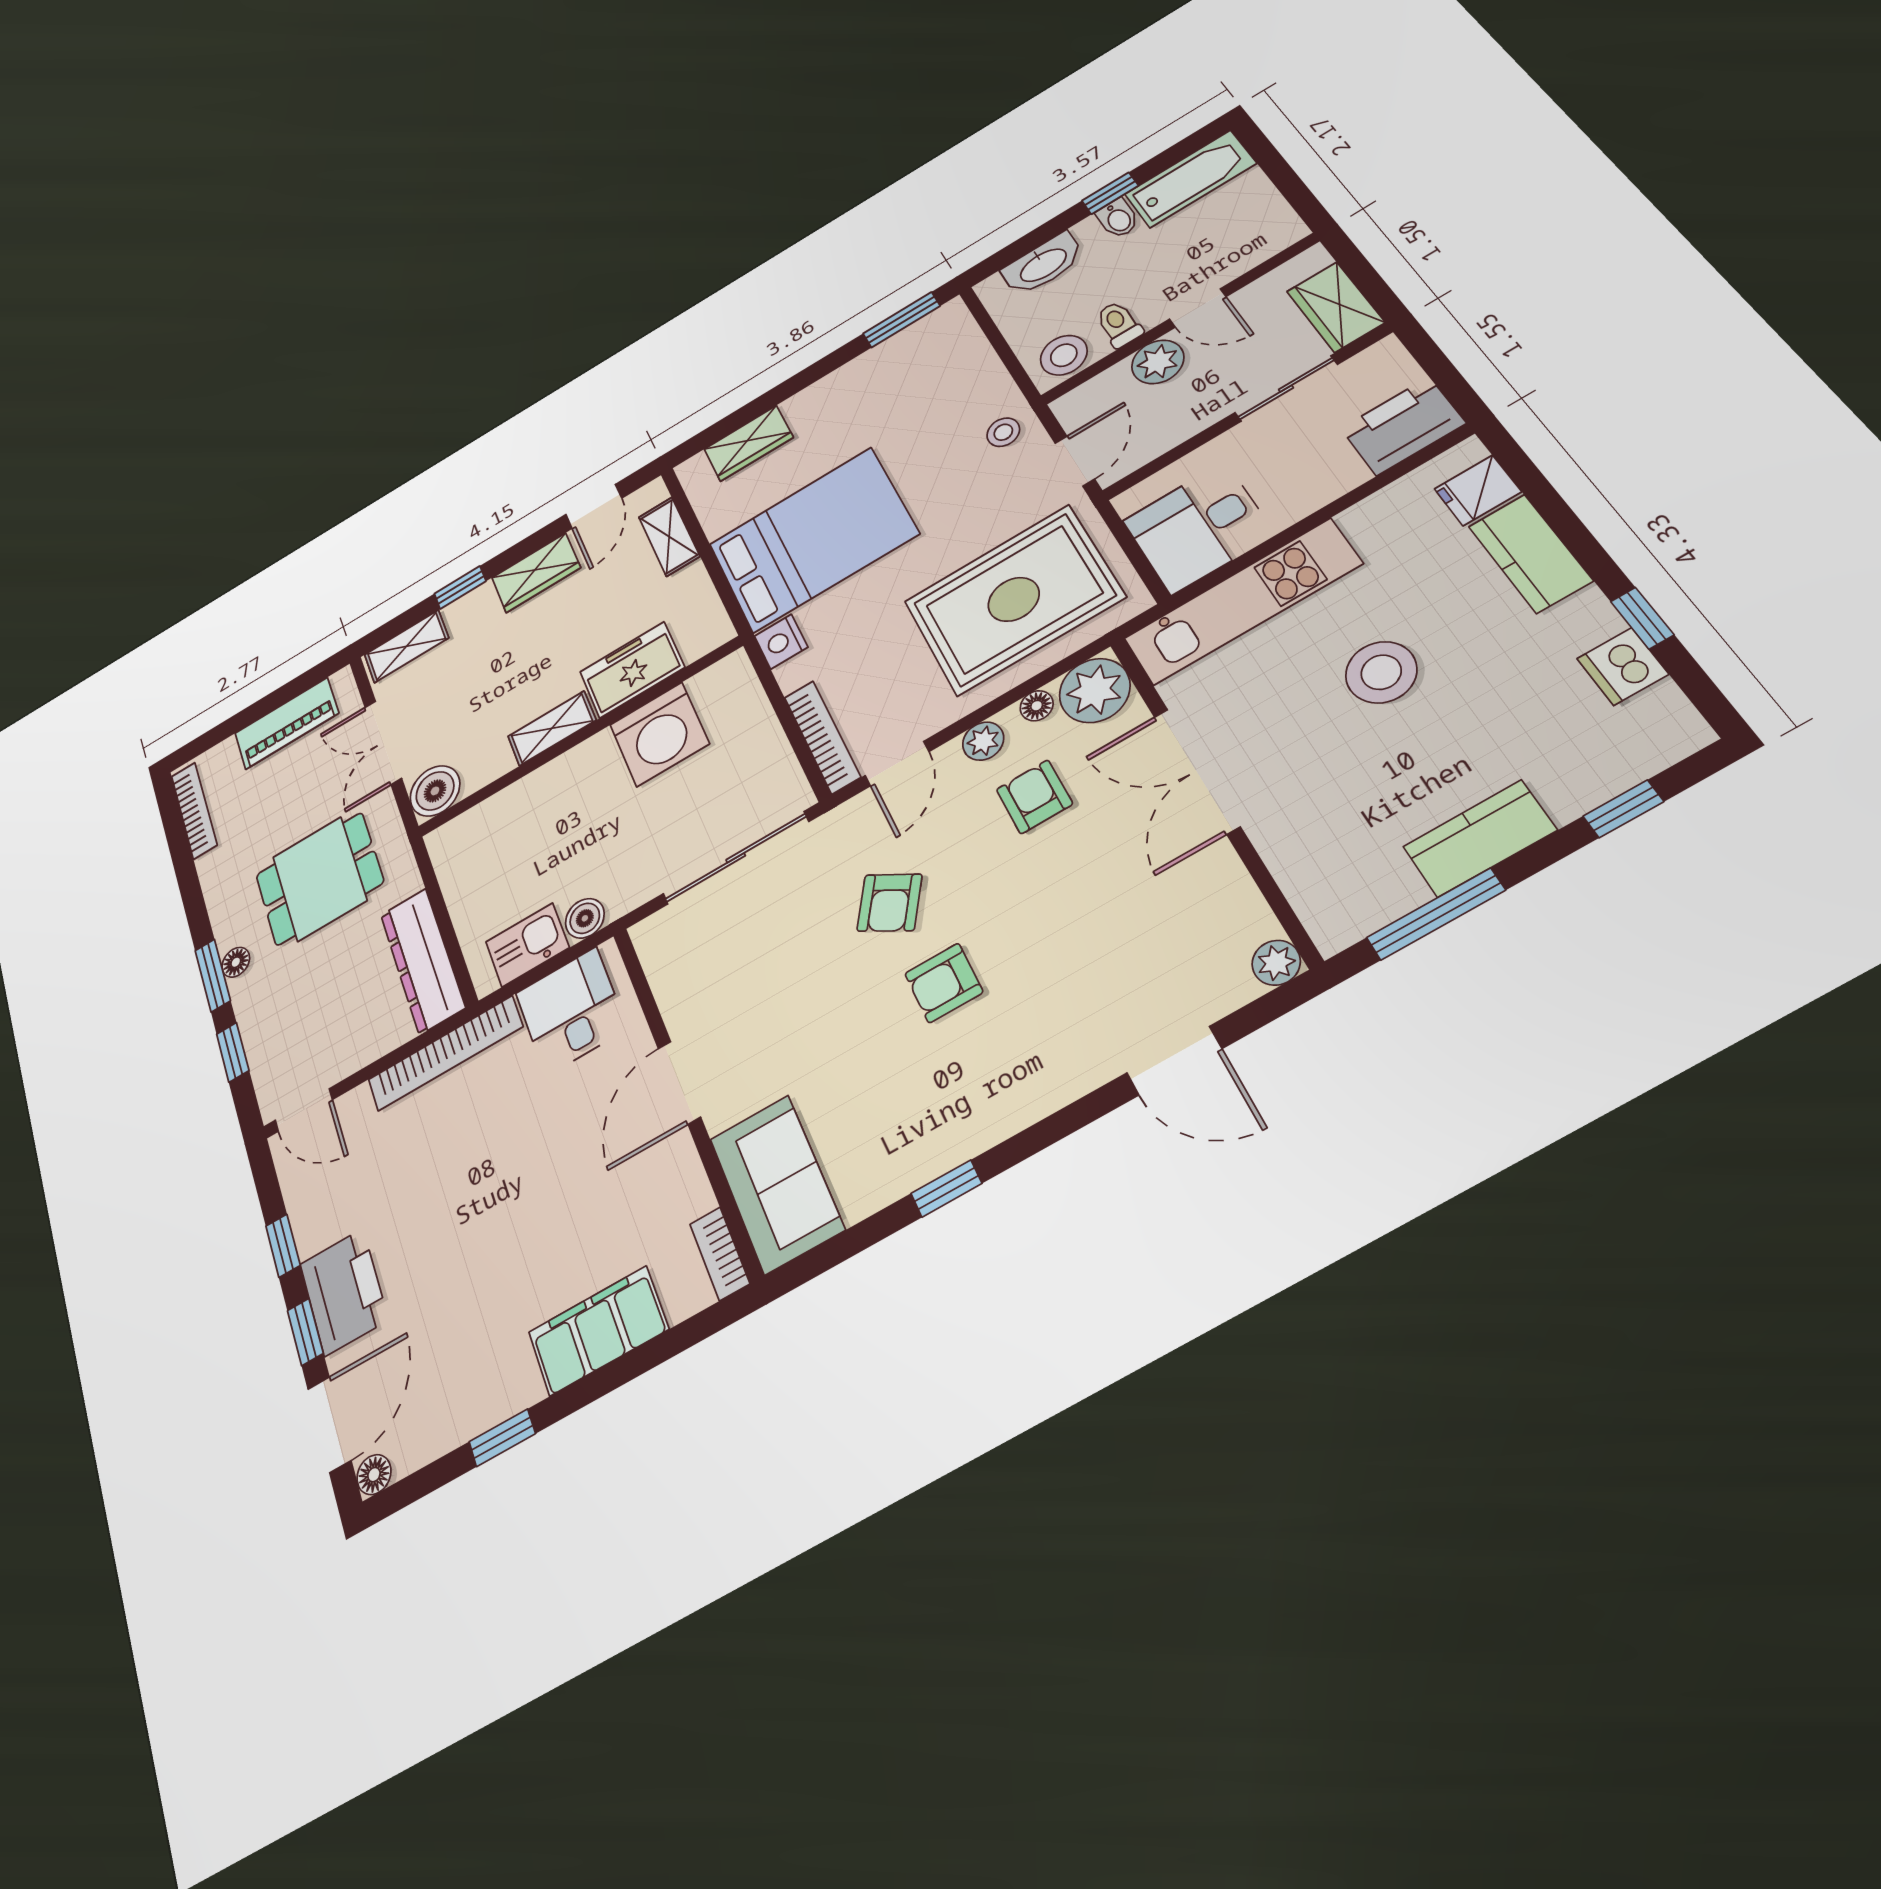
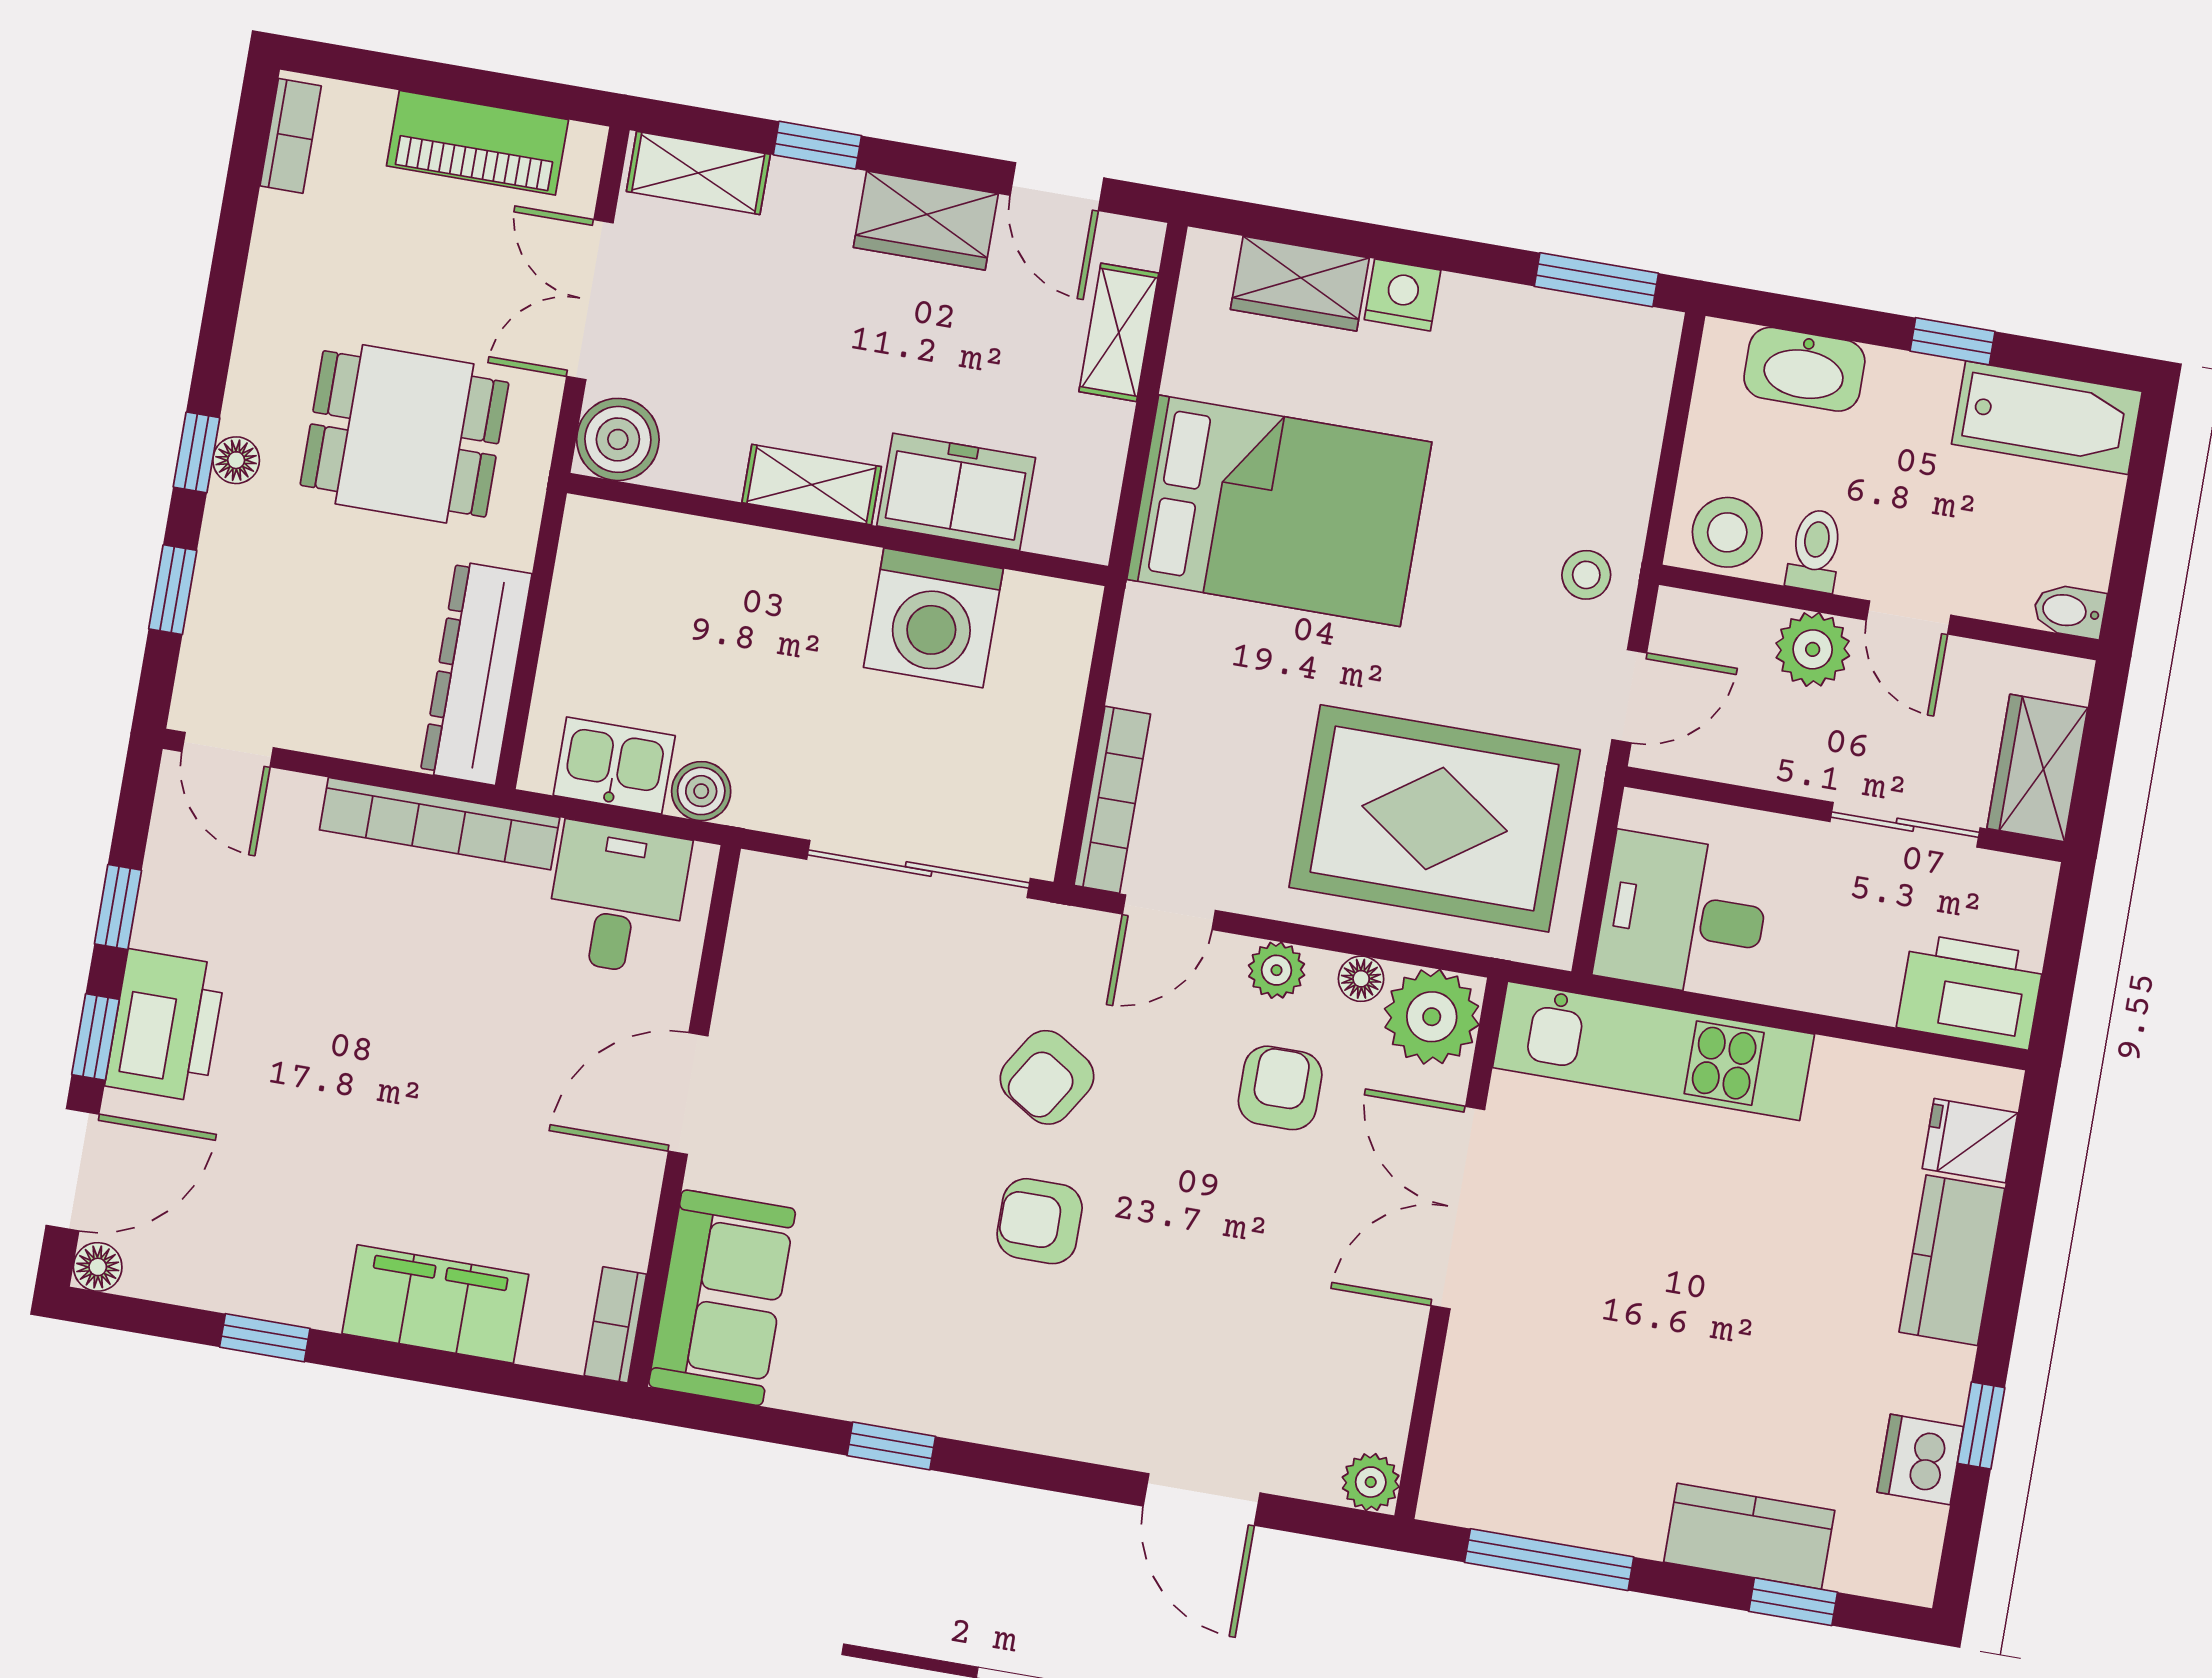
bidet: (1118, 218) -> (2069, 611), moved, turned 90
door: (594, 506) -> (1057, 187), hinge flipped
nightstand: (781, 642) -> (1403, 295), moved, turned 90
stool: (1381, 672) -> (1713, 1261), removed
bookcase: (194, 810) -> (291, 136), width x0.64
kitchen counter: (1480, 838) -> (1749, 1536), moved
window: (213, 975) -> (196, 452), width x0.67

